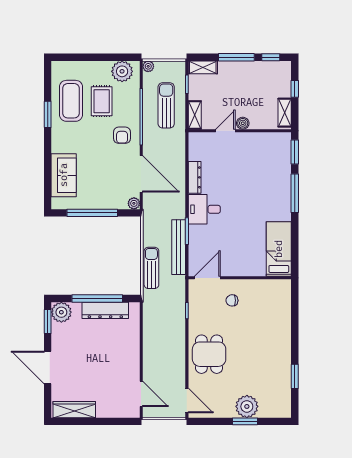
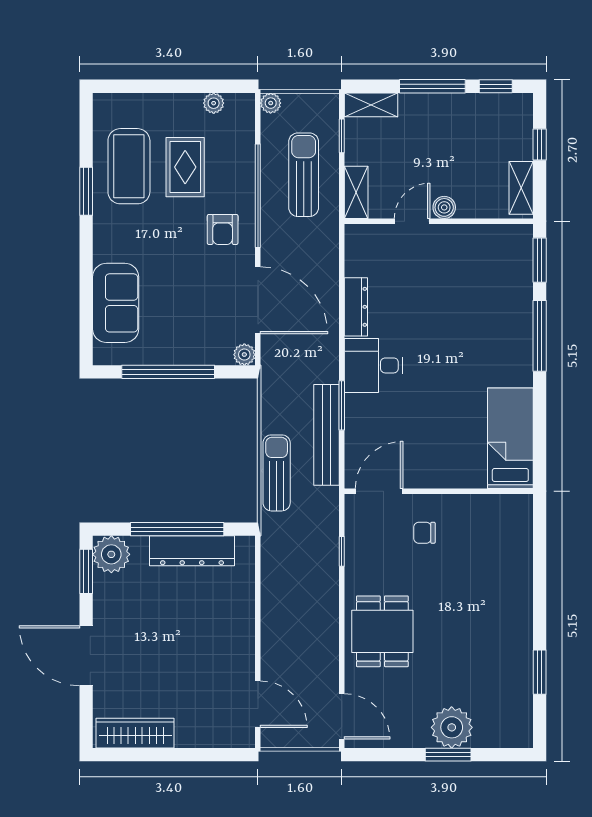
plant: (122, 71) -> (214, 103), width x0.53, depth x0.53

